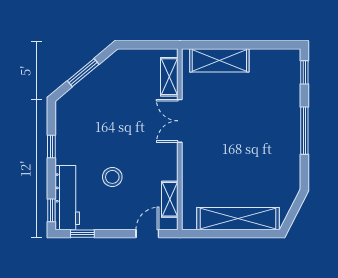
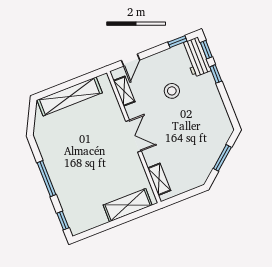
double door: (180, 121) -> (133, 136), moved
window: (51, 147) -> (216, 74), moved
workbench: (67, 198) -> (196, 57), width x0.73

